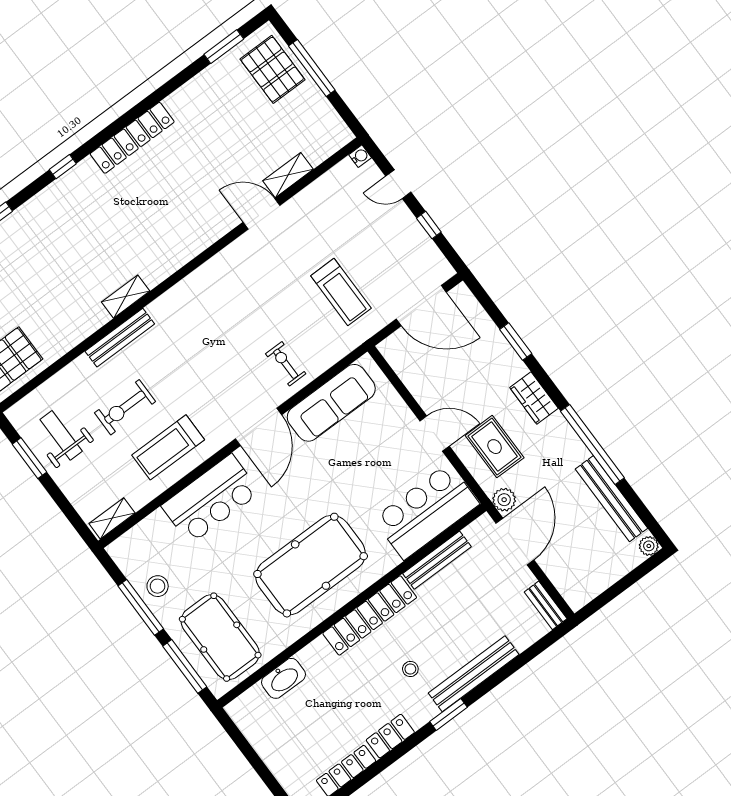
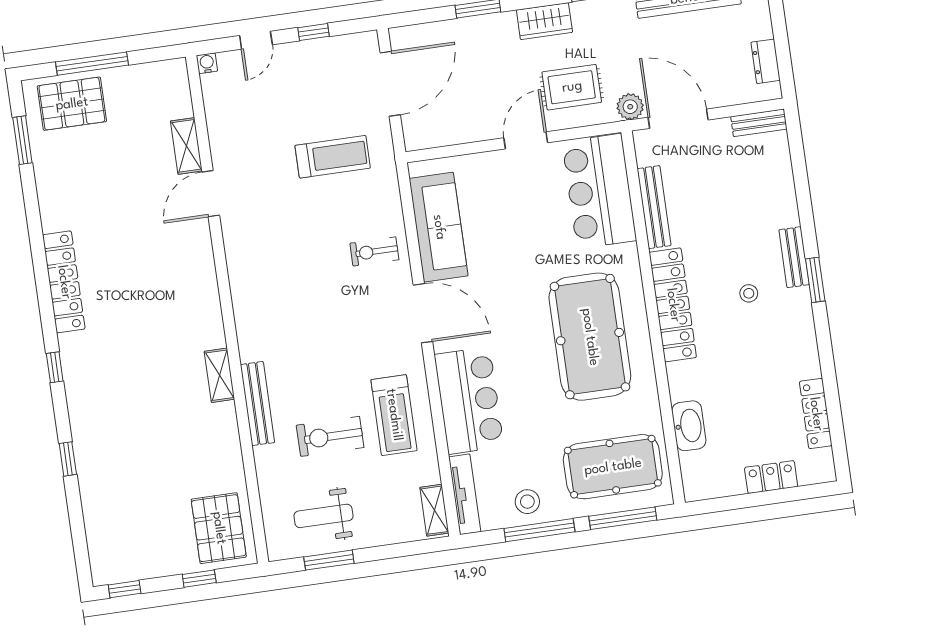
exercise bike: (125, 407) -> (330, 436), turned 90
tv unit: (137, 535) -> (465, 494), added
dresser: (596, 585) -> (766, 61), added
bench: (474, 674) -> (794, 257), width x0.54, depth x0.82
locker: (390, 736) -> (771, 477), moved, turned 90

